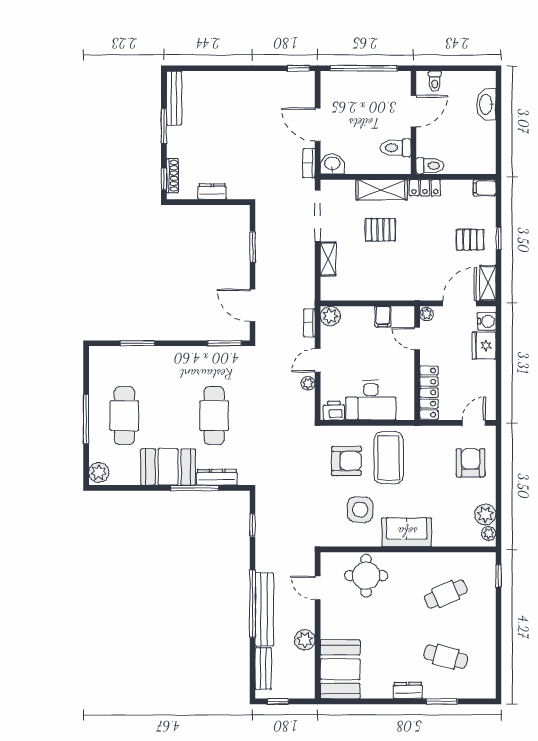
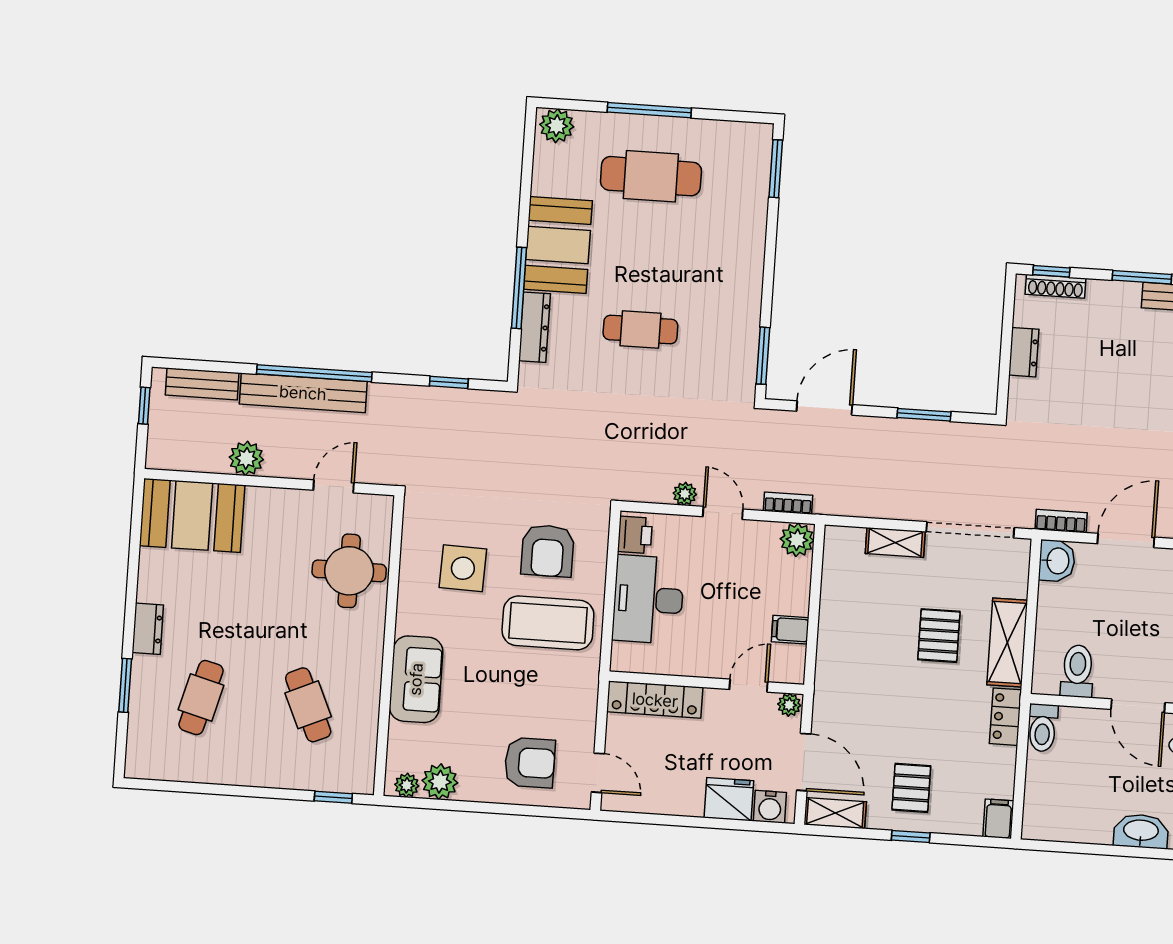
window: (137, 343) -> (776, 169), moved
cafe table: (214, 416) -> (640, 330), width x0.73, depth x0.74
sofa: (407, 532) -> (416, 679), moved

